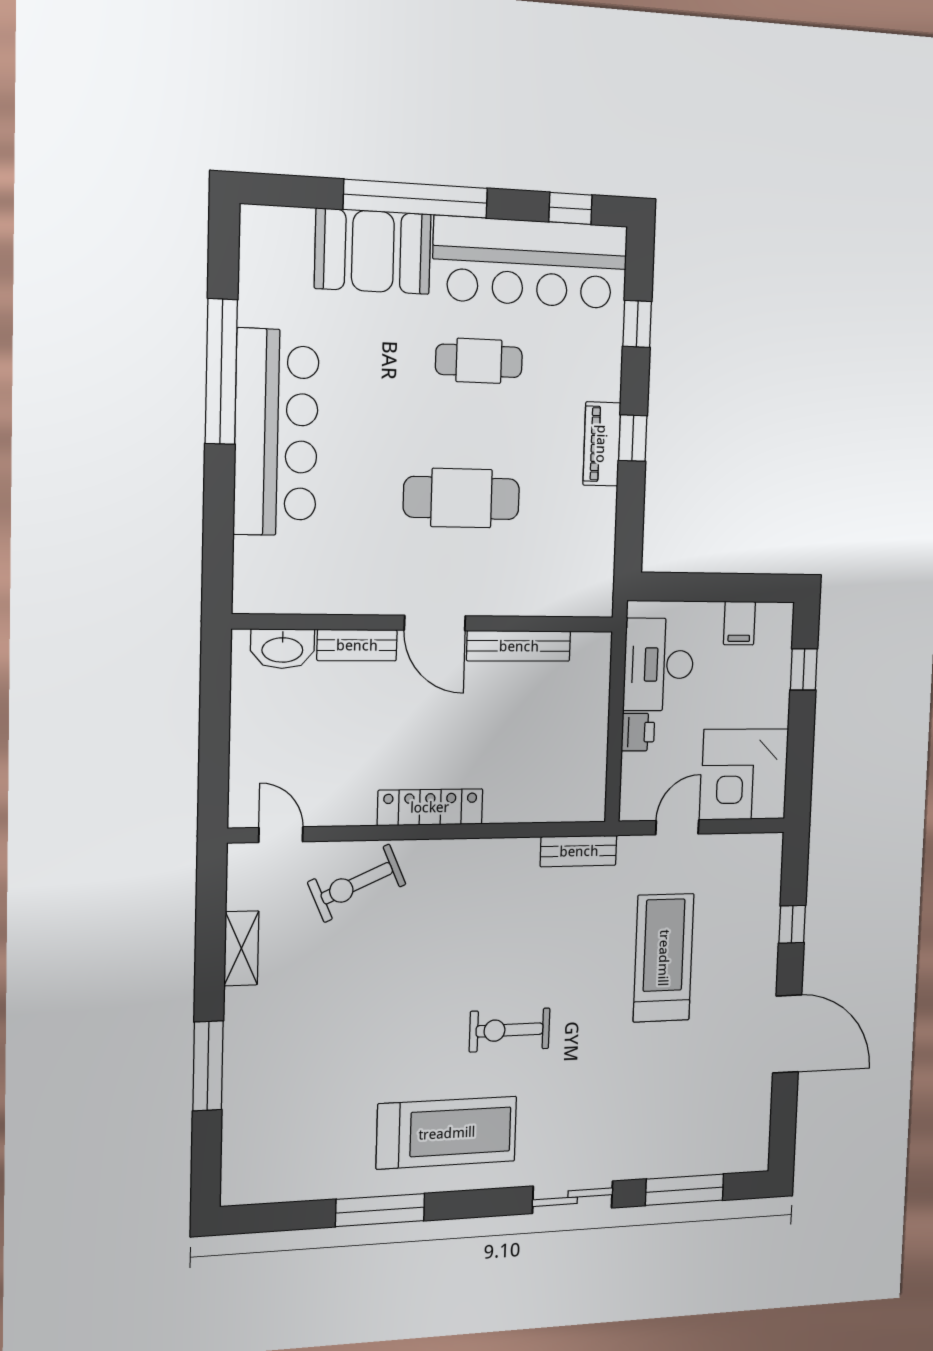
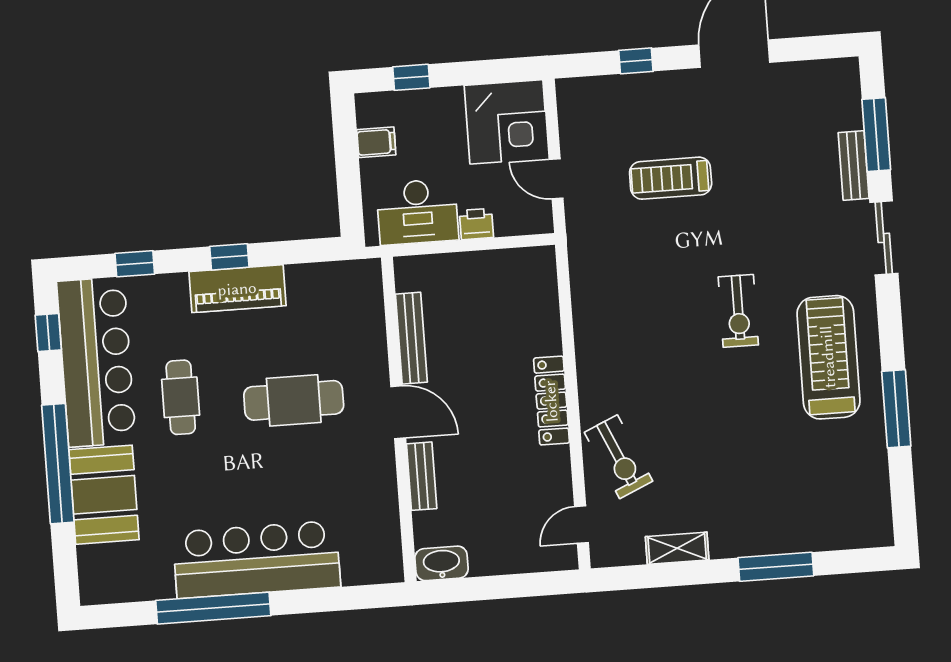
piano: (602, 444) -> (237, 289), width x1.37, depth x1.33
cafe table: (461, 498) -> (294, 400), turned 90
door: (435, 623) -> (398, 412), hinge flipped
washbasin: (282, 649) -> (442, 563), moved, turned -90
bench: (579, 851) -> (854, 166), moved
treadmill: (664, 958) -> (671, 178), width x0.73, depth x0.73

